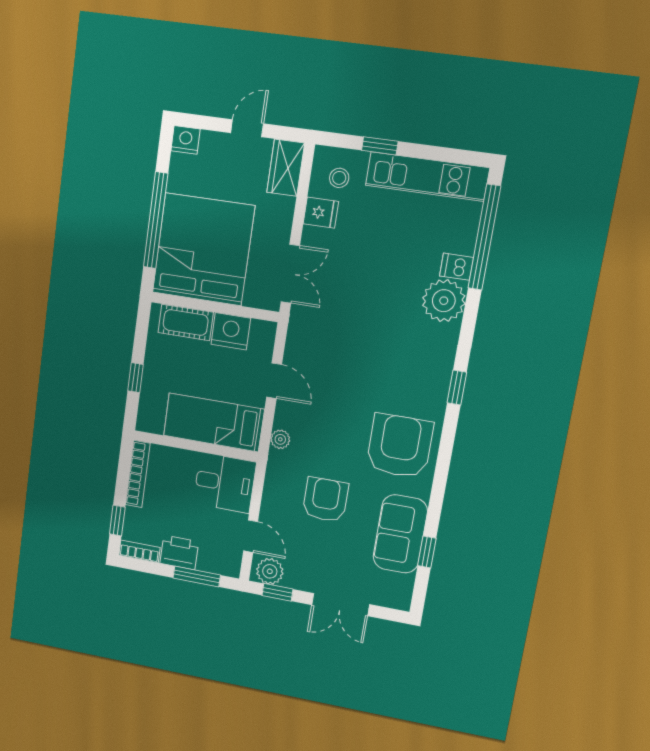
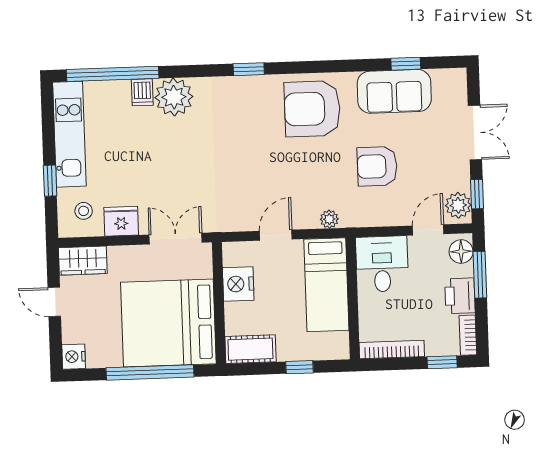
fridge: (321, 213) -> (121, 221), width x1.38
cot: (186, 322) -> (250, 349), moved, turned 90
floor lamp: (223, 564) -> (461, 252), added

